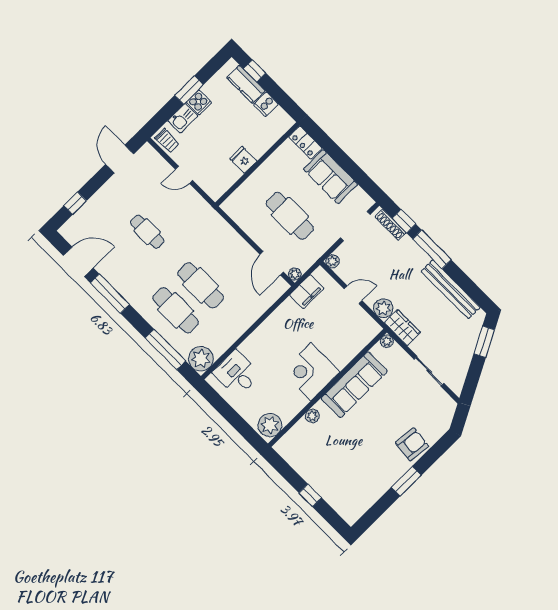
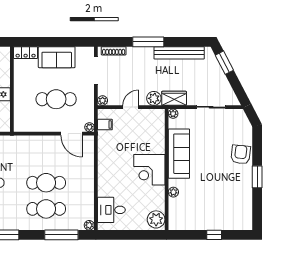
window: (404, 221) -> (119, 42), removed
filing cabinet: (307, 292) -> (105, 125), width x0.50
plant: (201, 359) -> (89, 225), width x0.53, depth x0.53

